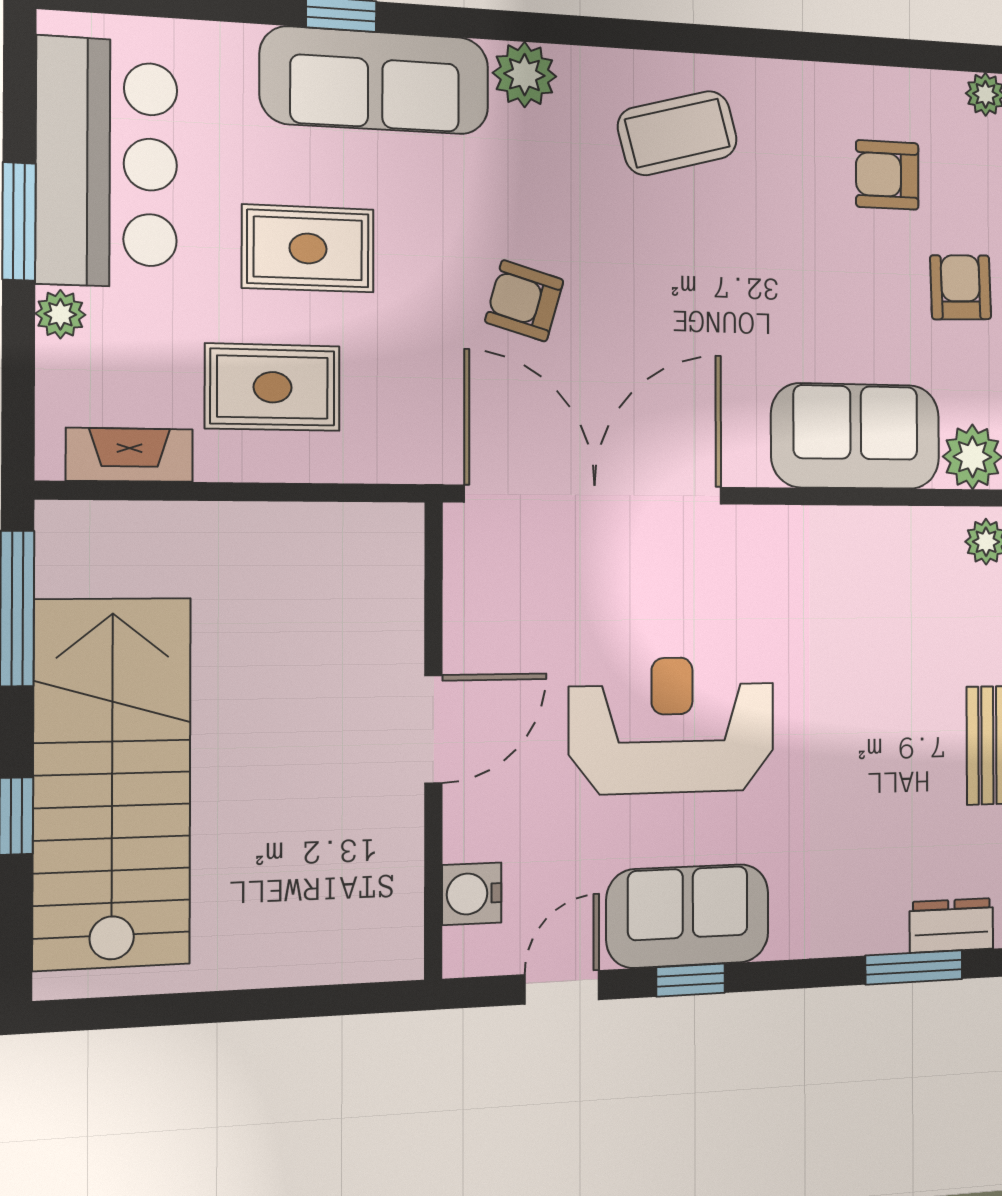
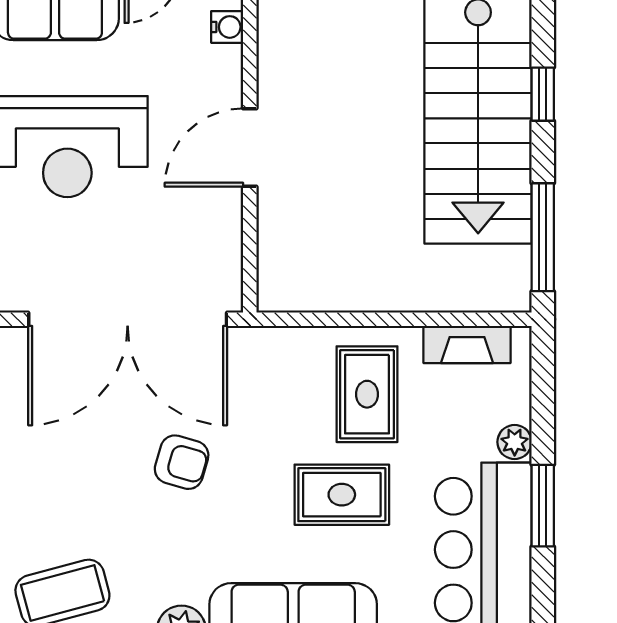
rug: (273, 387) -> (367, 394), turned 90
water cooler: (472, 894) -> (227, 27), width x0.72, depth x0.72

